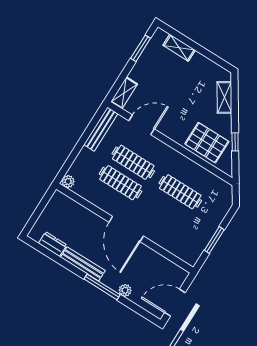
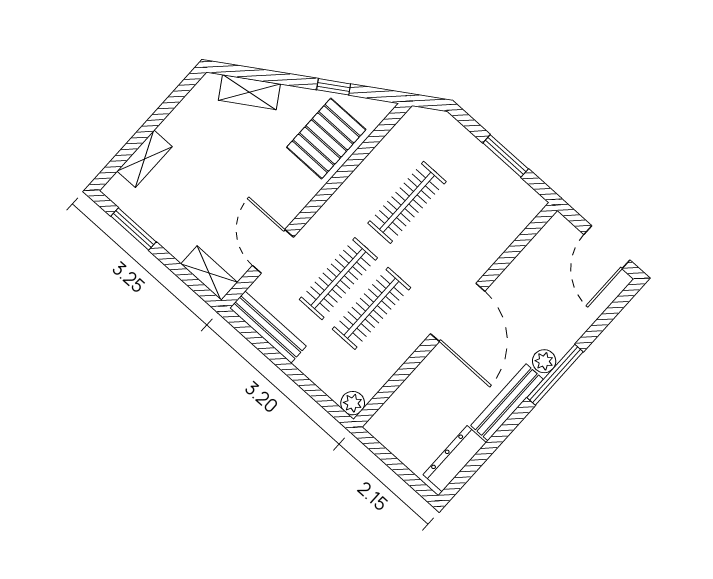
door: (126, 229) -> (458, 312), hinge flipped
dresser: (53, 244) -> (455, 459), width x1.44
plant: (125, 290) -> (544, 361), moved

